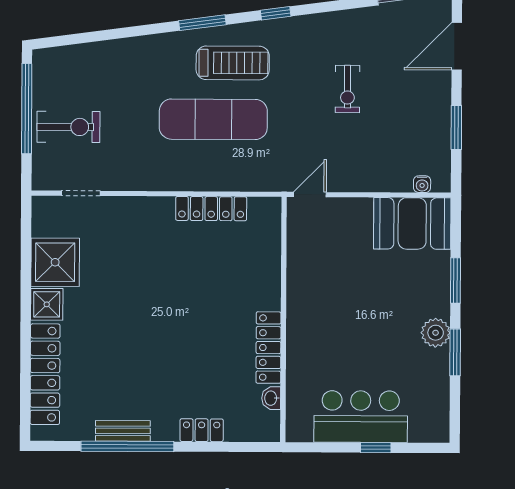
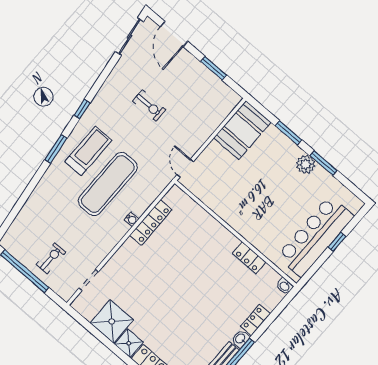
exercise bike: (68, 127) -> (51, 258), width x0.73, depth x0.72
water cooler: (422, 184) -> (132, 219), moved
locker: (268, 348) -> (249, 258), width x0.66
washbasin: (271, 398) -> (285, 286), moved
bar counter: (361, 417) -> (315, 236), width x1.36
washbasin: (164, 431) -> (240, 339), added

